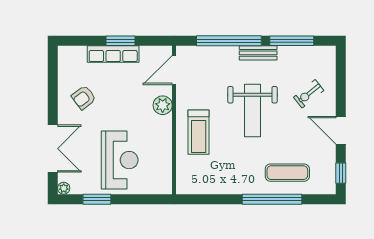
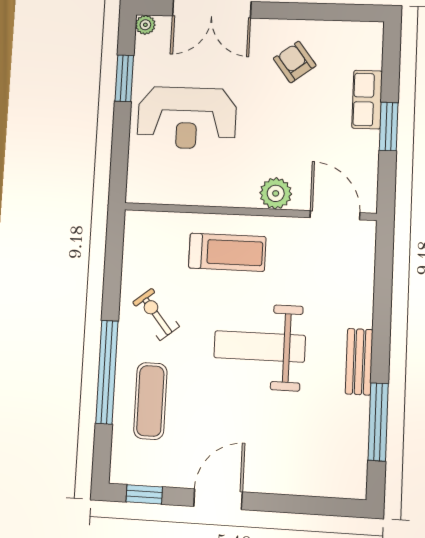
window: (229, 41) -> (382, 312), removed
row of seats: (113, 54) -> (367, 100), width x0.68
exercise bike: (309, 94) -> (156, 314), moved
treadmill: (199, 132) -> (227, 252), turned 180

